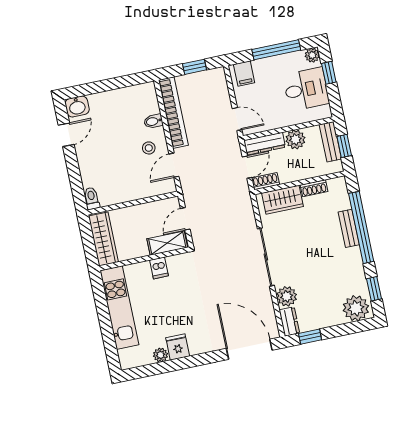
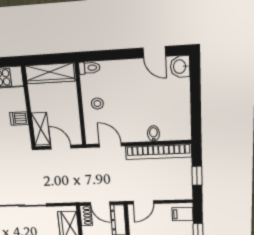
stool: (149, 148) -> (97, 104), moved

